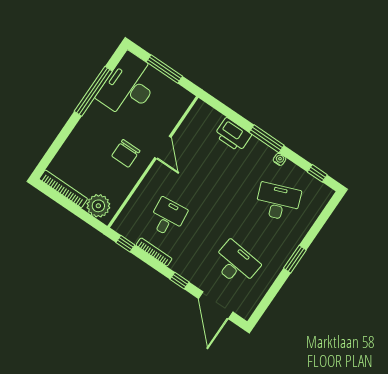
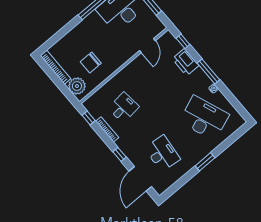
door: (163, 147) -> (147, 46), moved
chair: (126, 153) -> (91, 62), moved
window: (317, 173) -> (183, 41), moved
desk: (278, 202) -> (204, 118), width x1.36, depth x1.30

